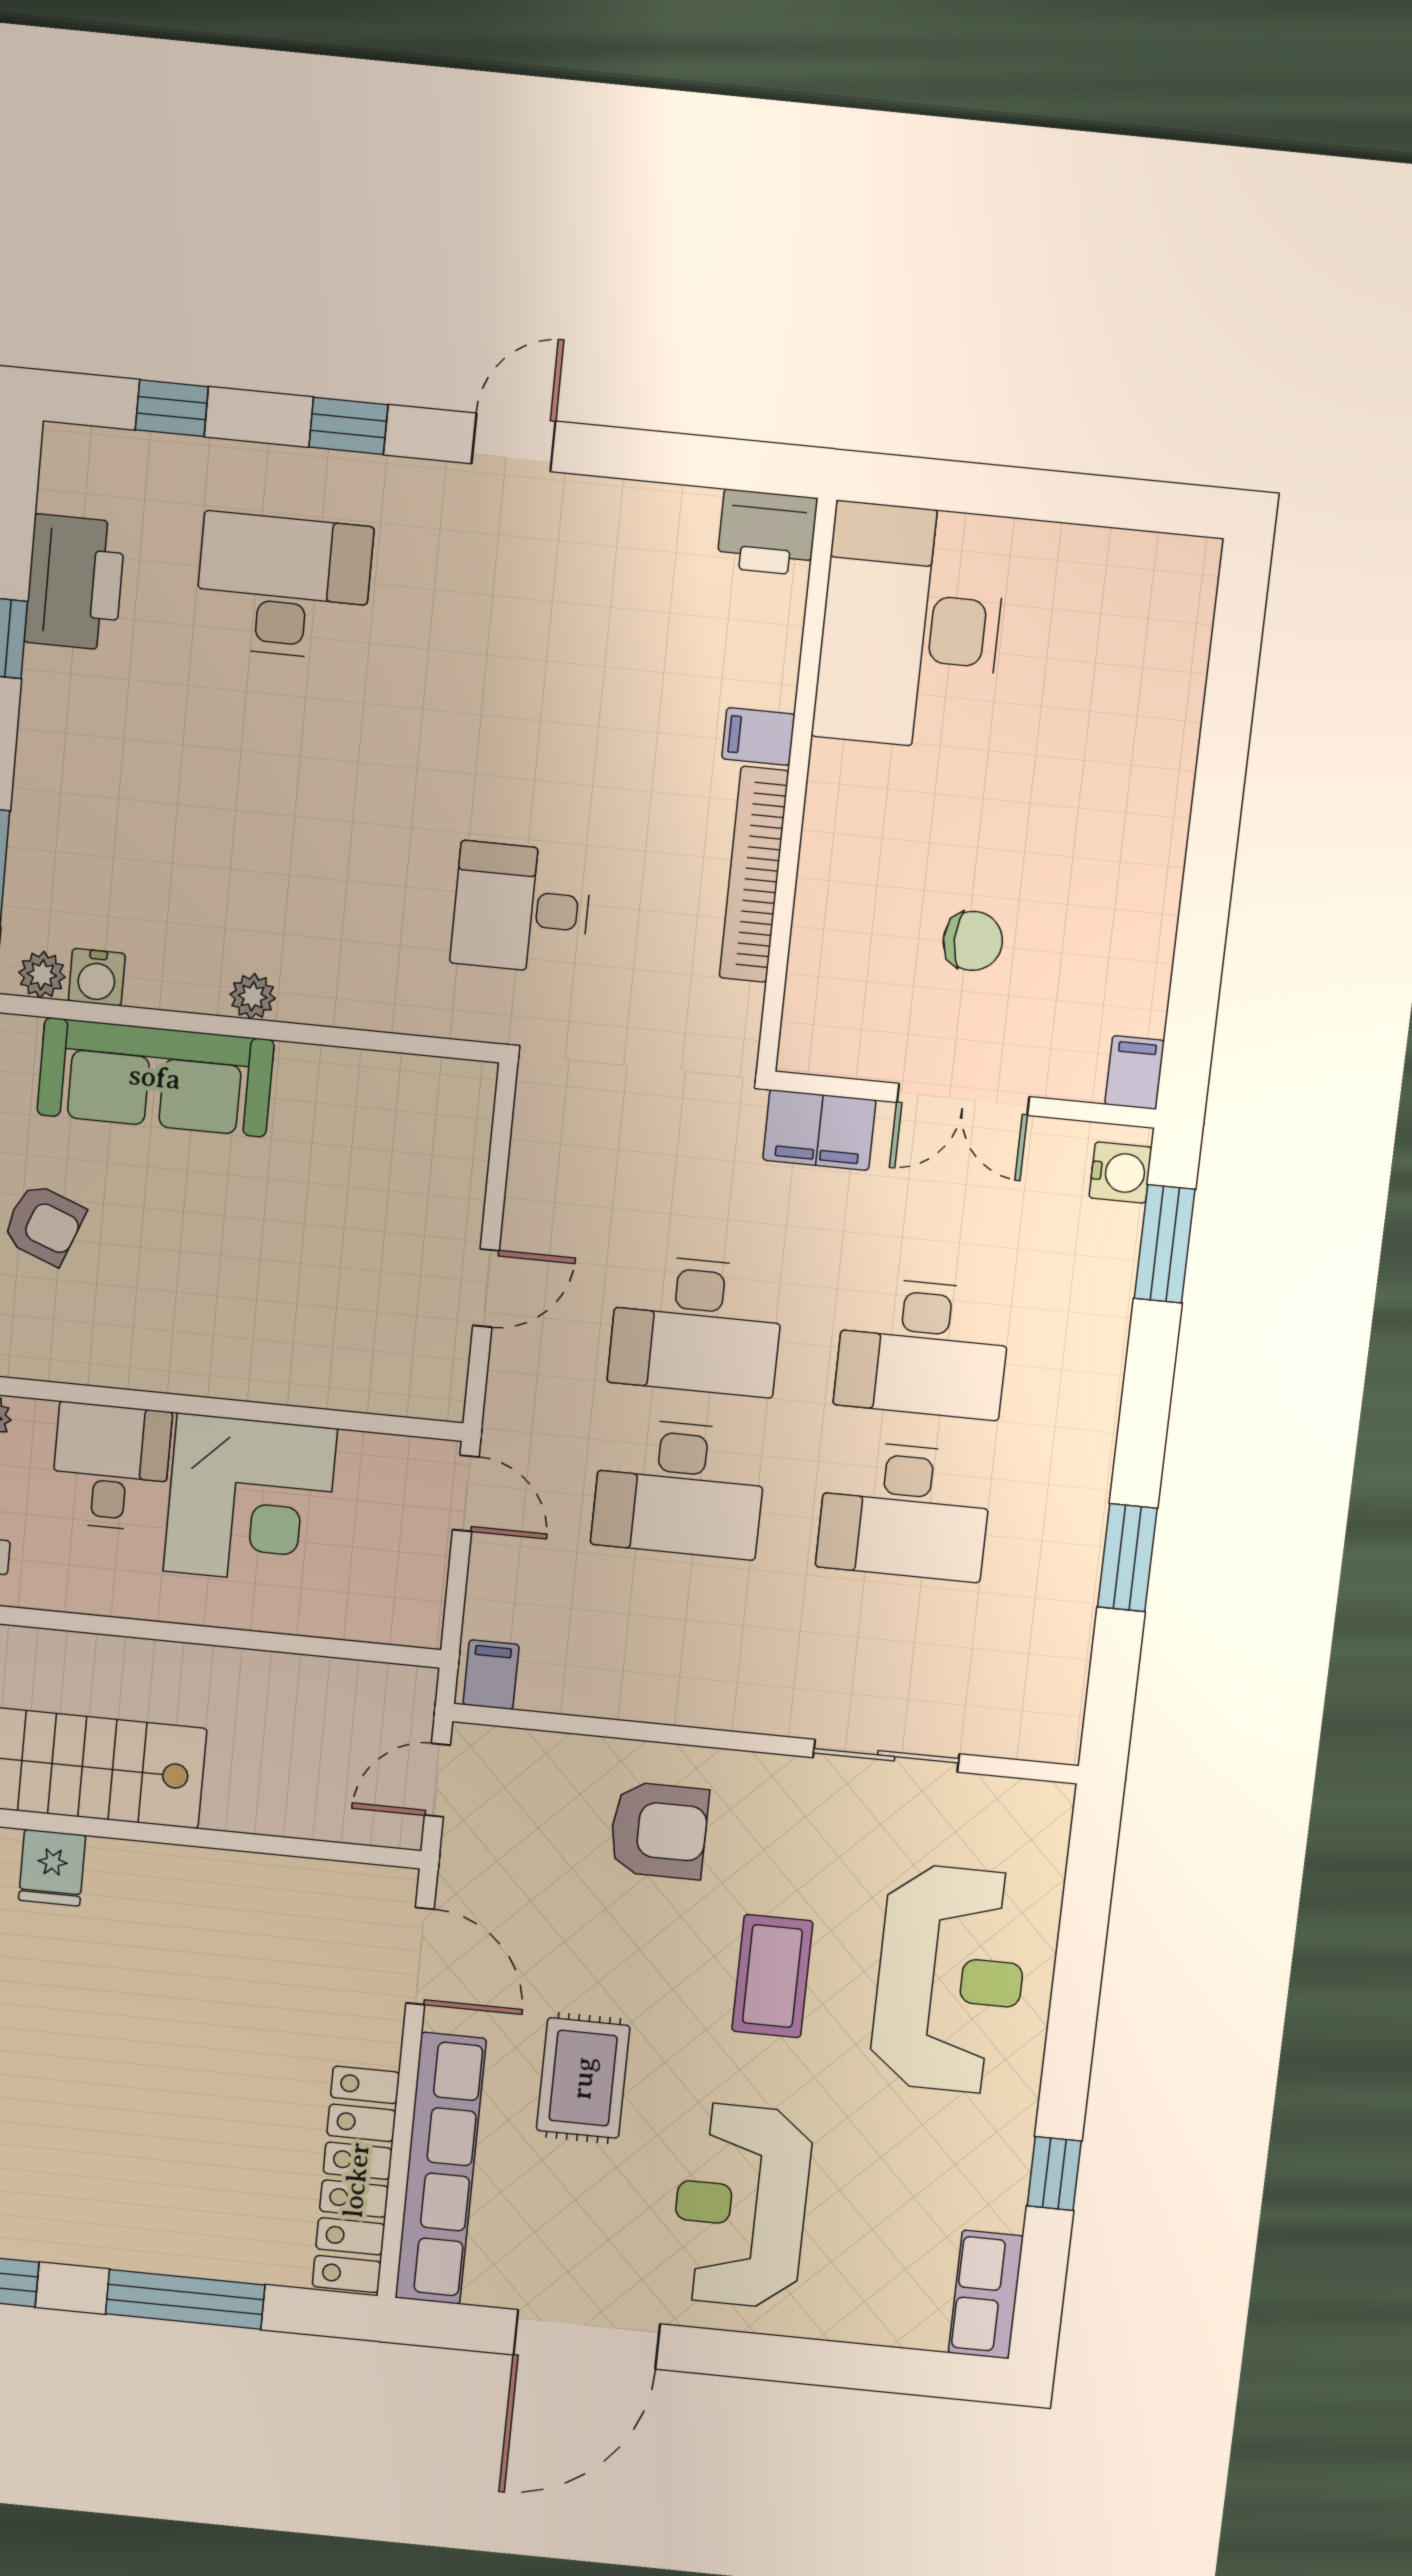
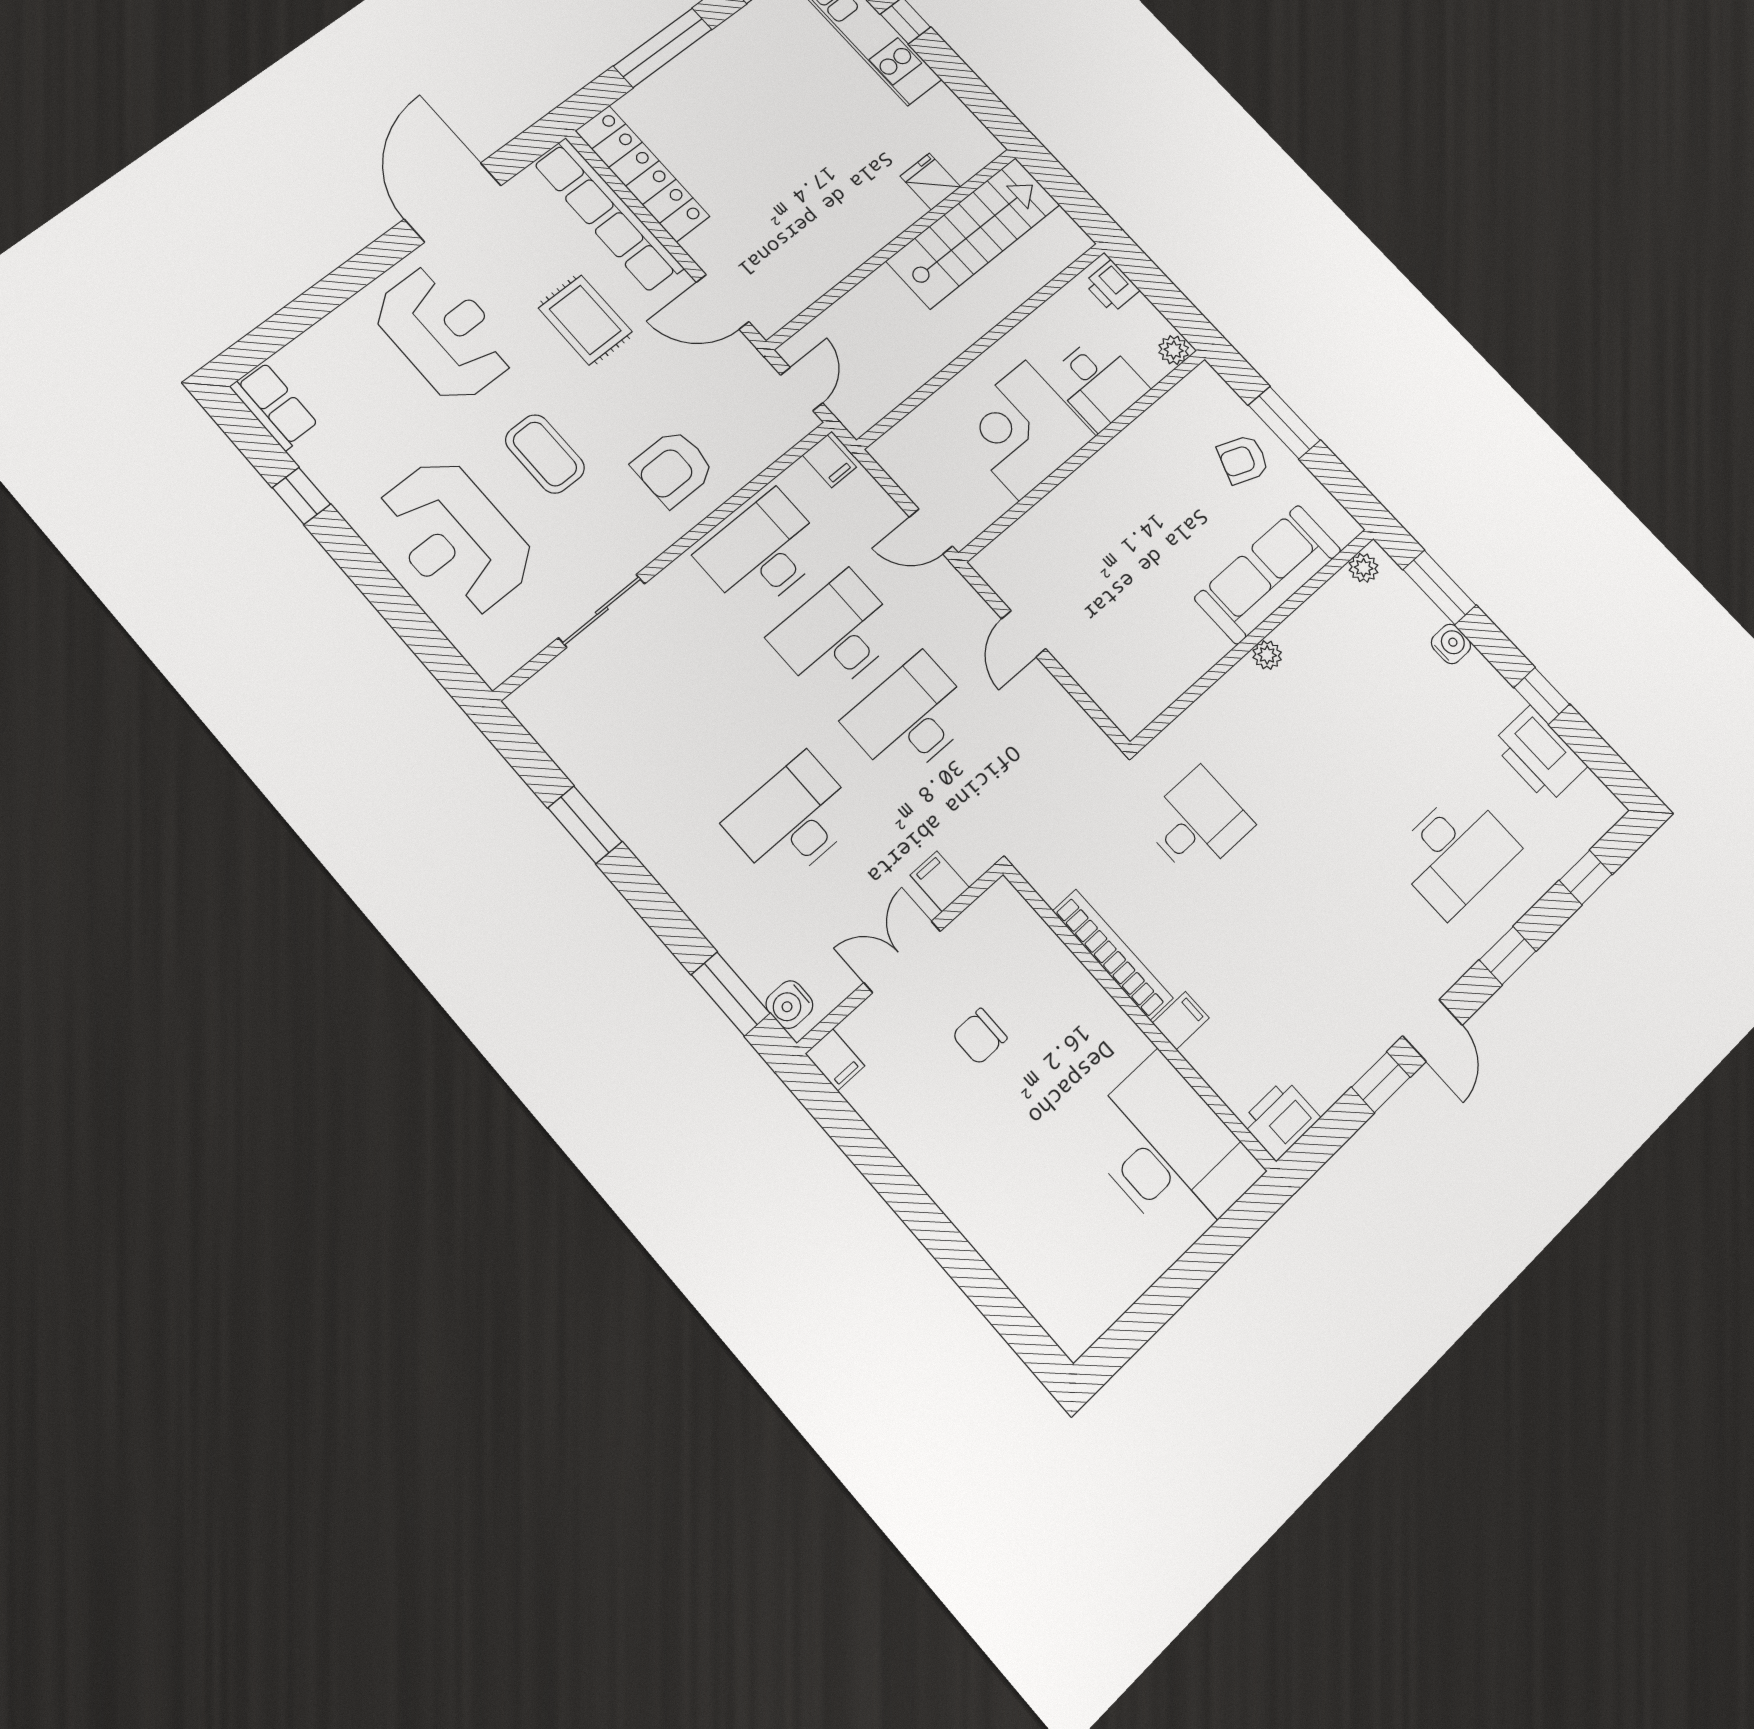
window: (625, 453) -> (1381, 1082), added
water cooler: (97, 977) -> (1451, 644), moved, turned 90
filing cabinet: (819, 1130) -> (940, 881), width x0.50
desk: (905, 1511) -> (763, 552), moved

